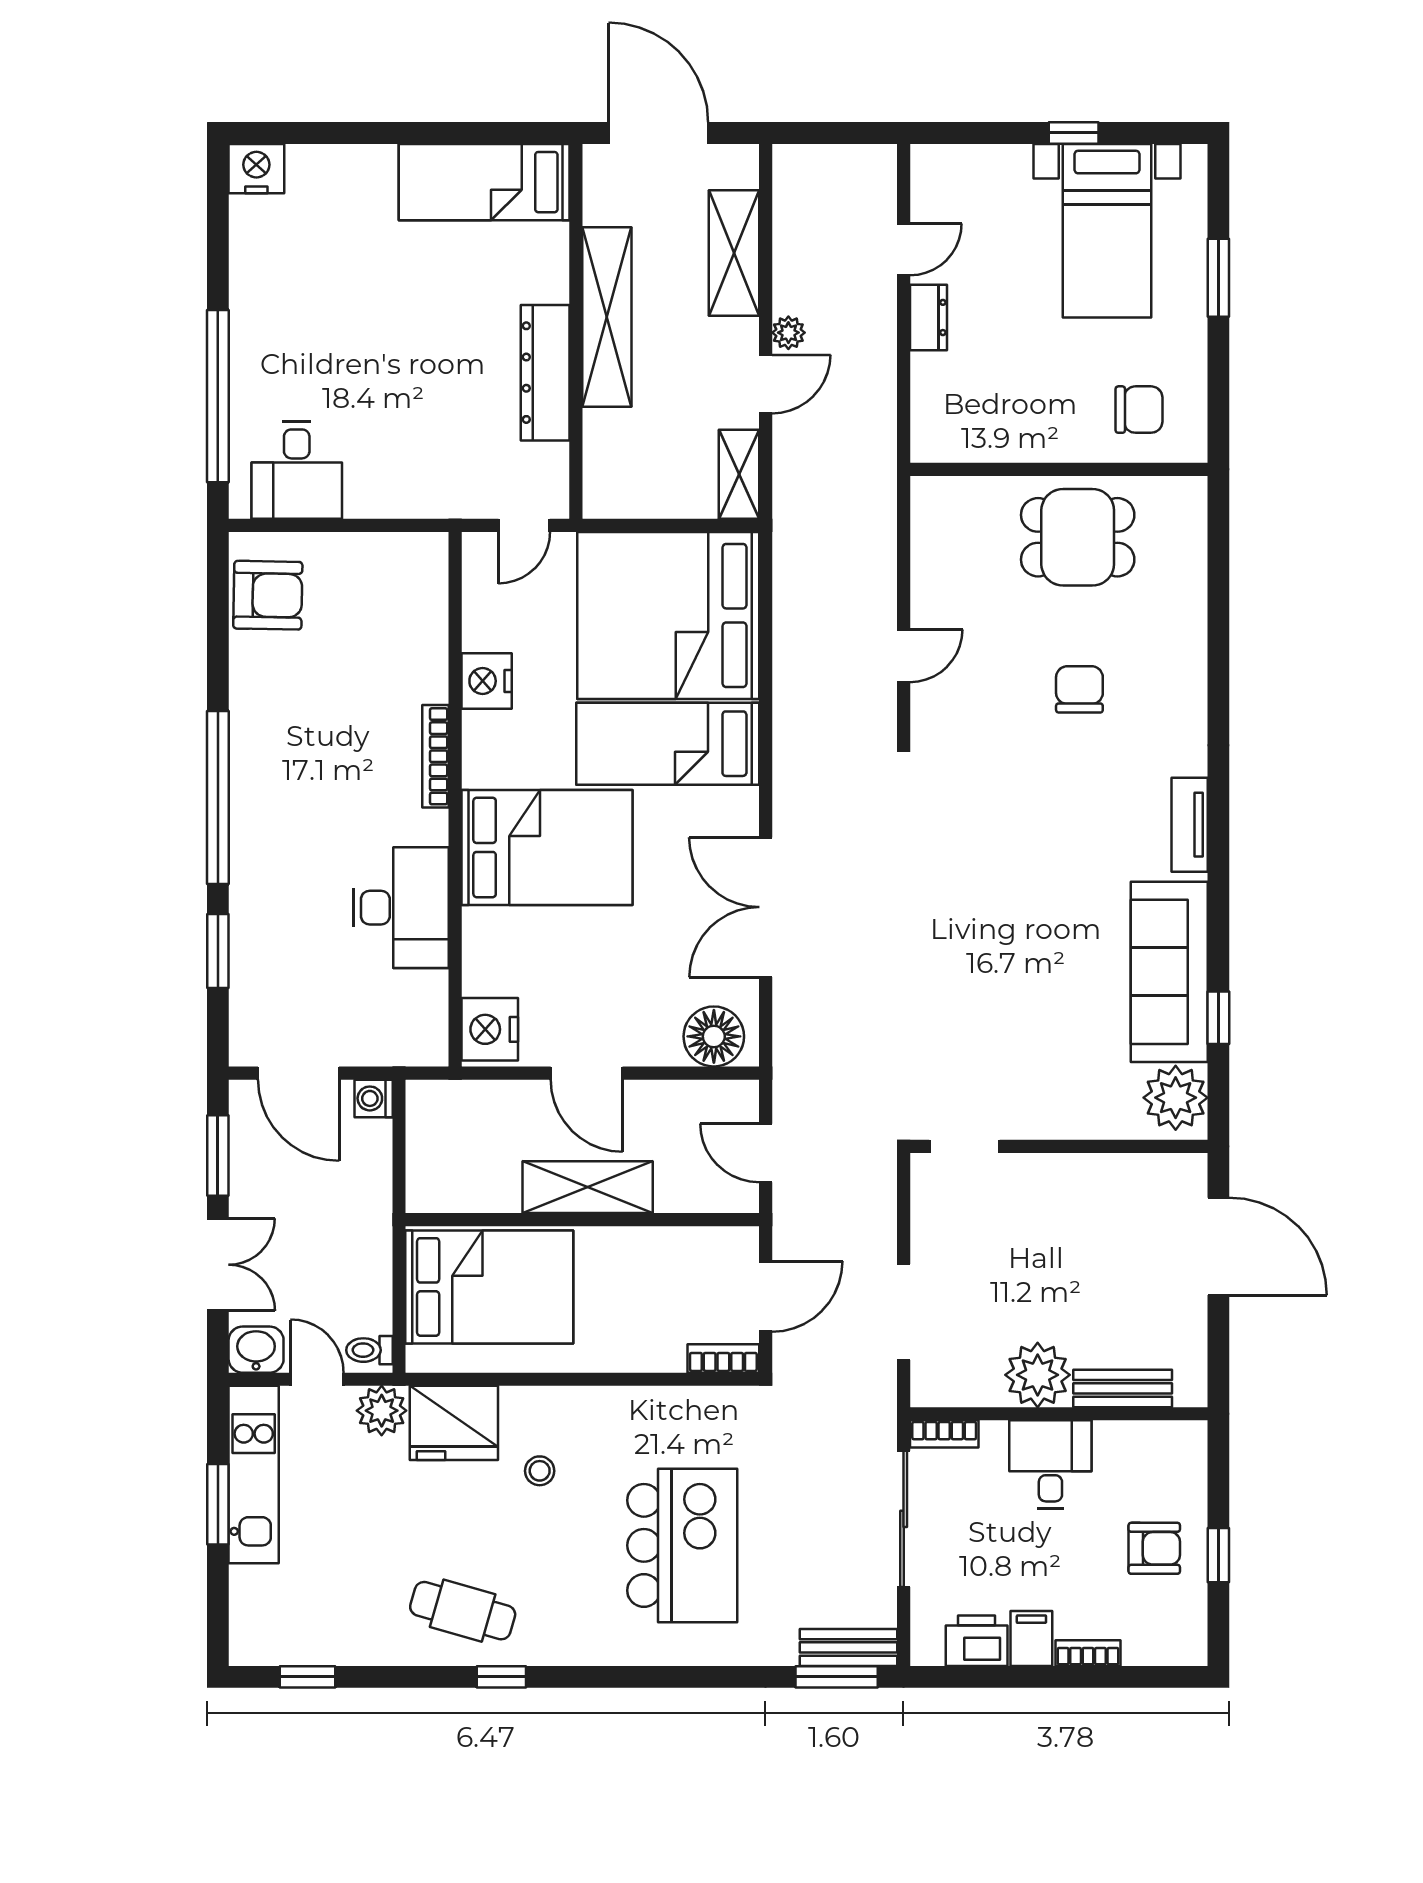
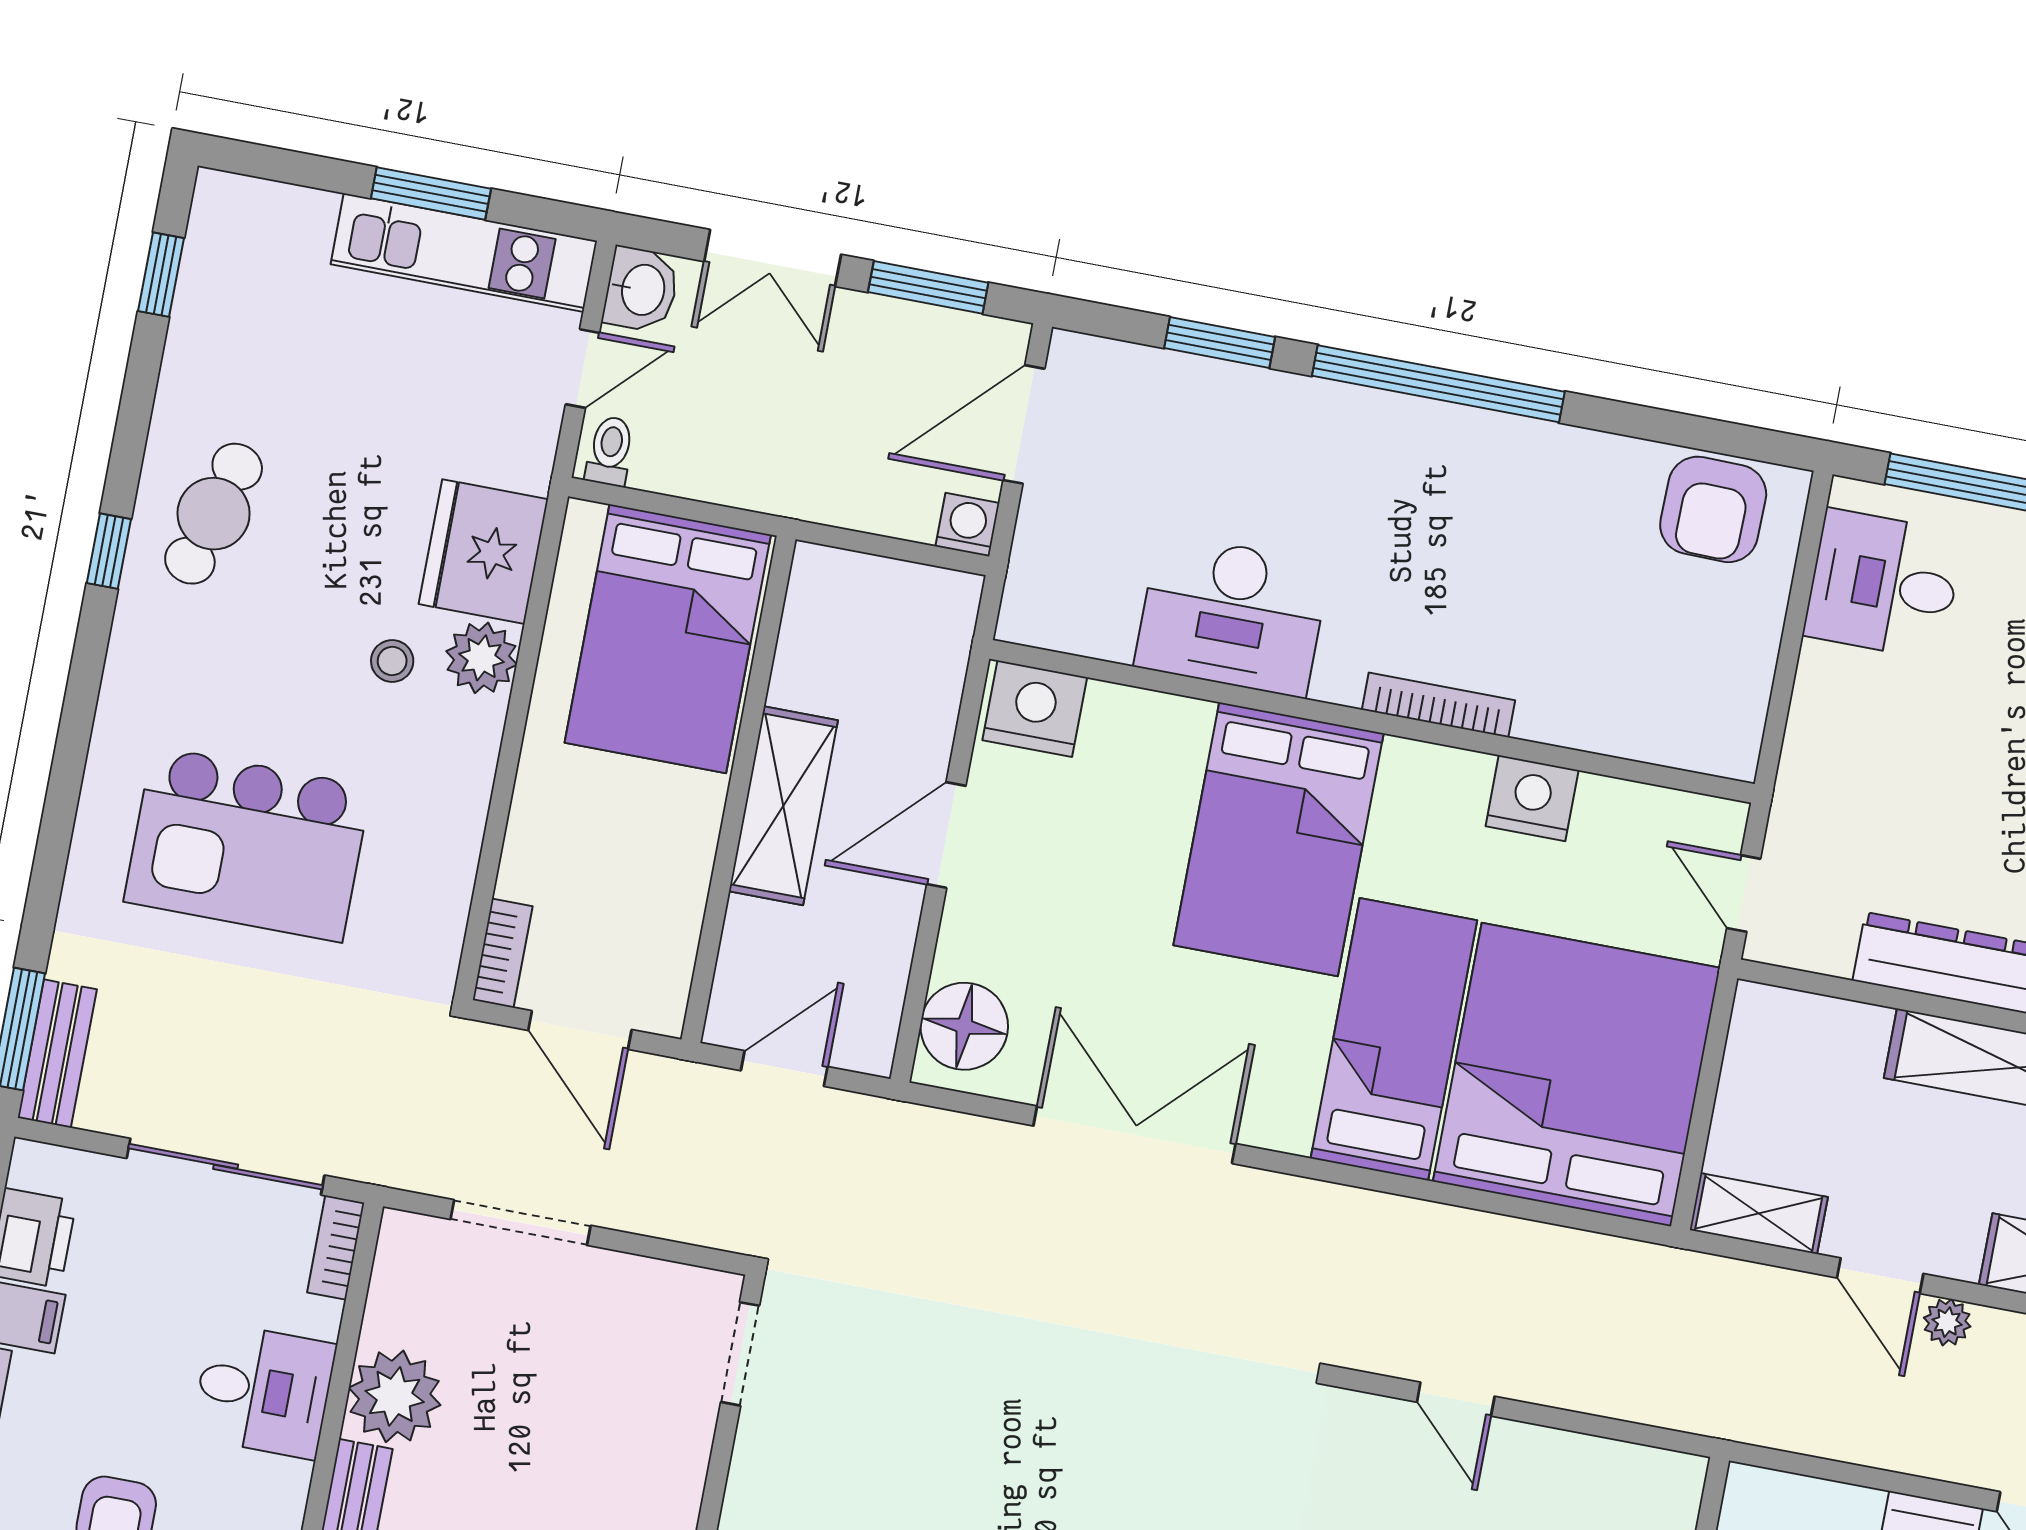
plant: (382, 1411) -> (482, 658), moved

